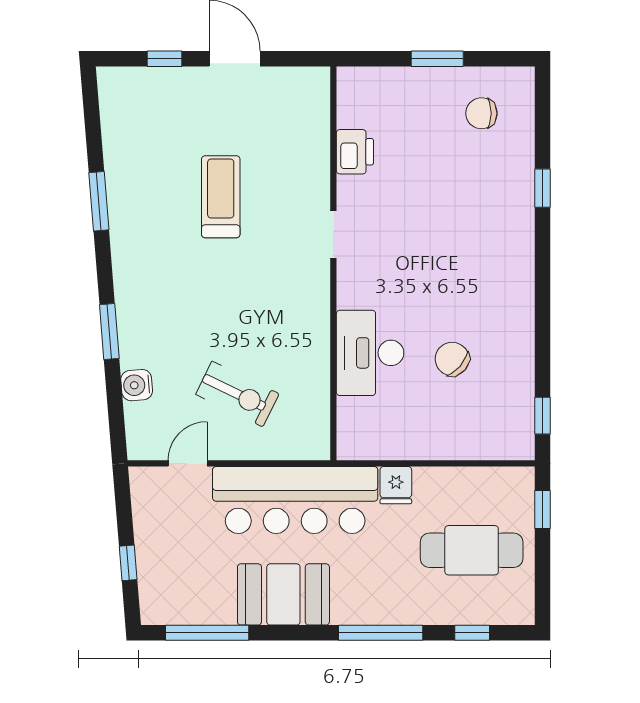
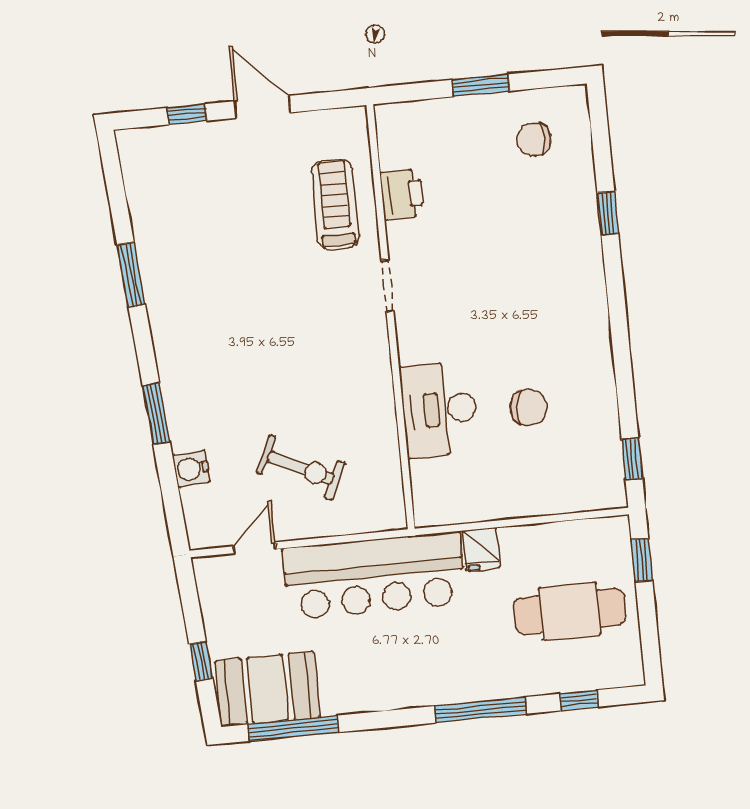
treadmill: (221, 197) -> (335, 204), moved
chair: (452, 359) -> (529, 407), turned 146
booth: (283, 594) -> (268, 689), moved

